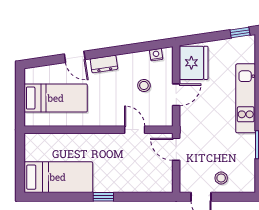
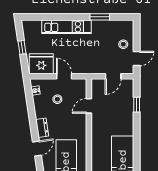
window: (240, 32) -> (22, 47), moved
door: (176, 149) -> (113, 76), moved
window: (103, 197) -> (137, 105), moved

